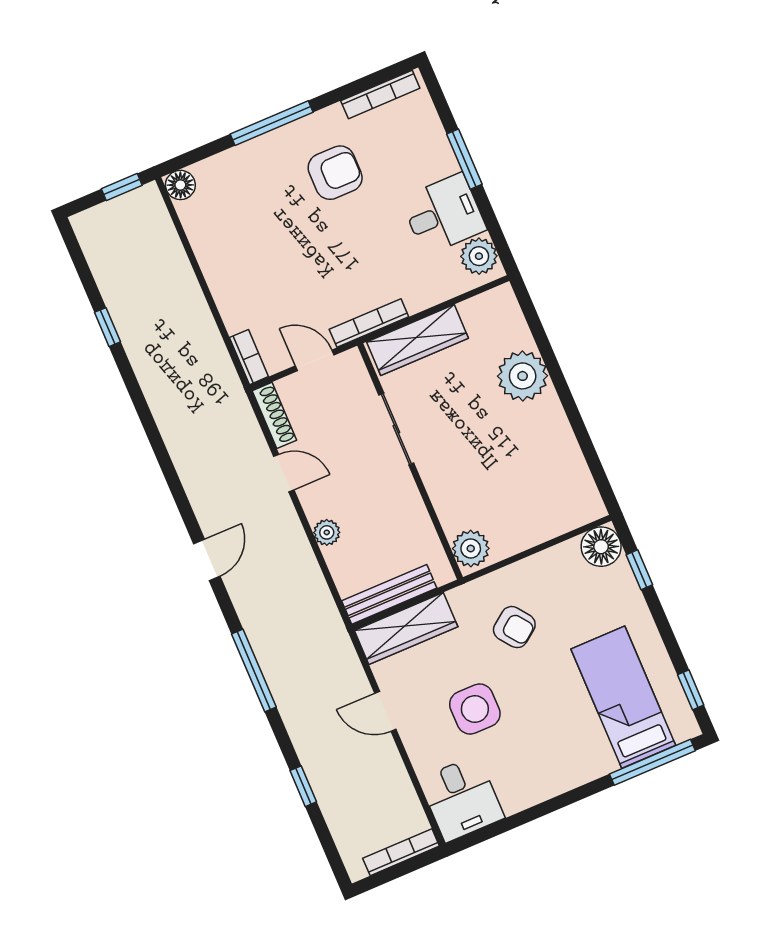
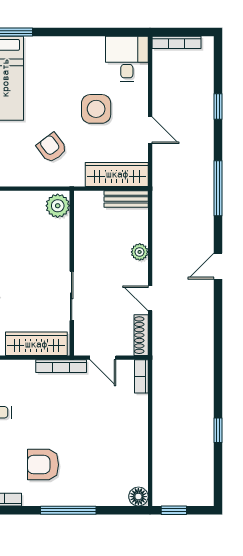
bench: (389, 594) -> (126, 199), width x0.73

